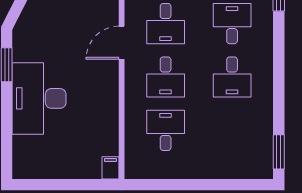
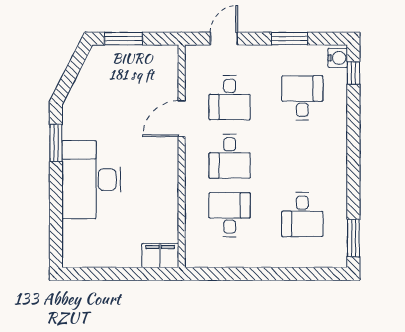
desk: (232, 77) -> (302, 215), moved
filing cabinet: (110, 168) -> (160, 256), width x2.00

